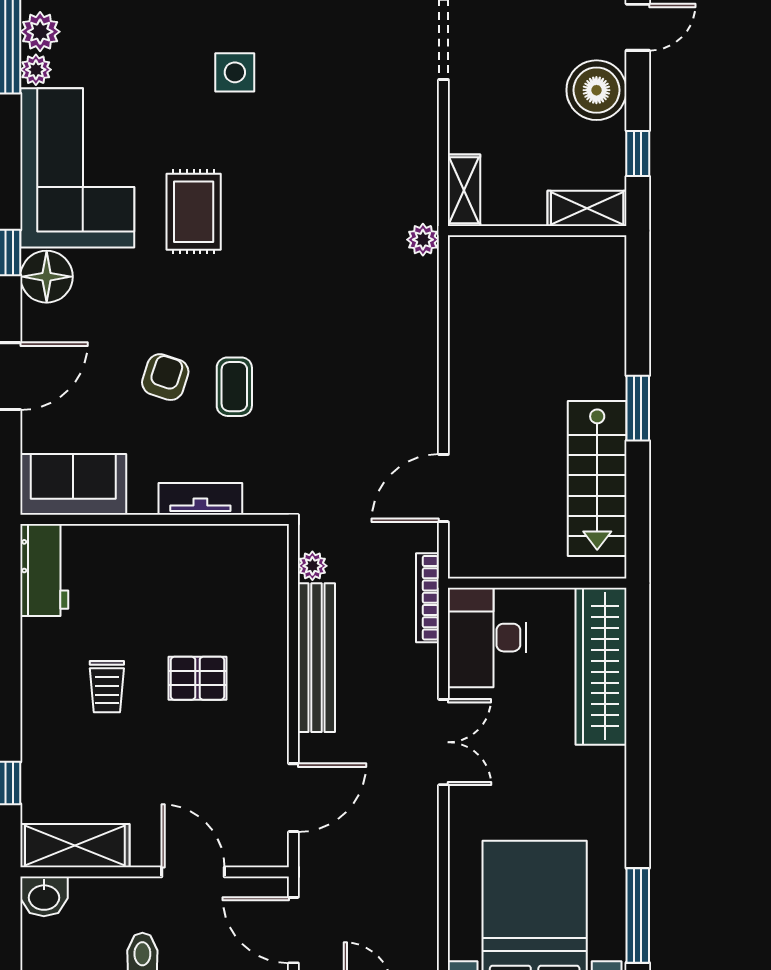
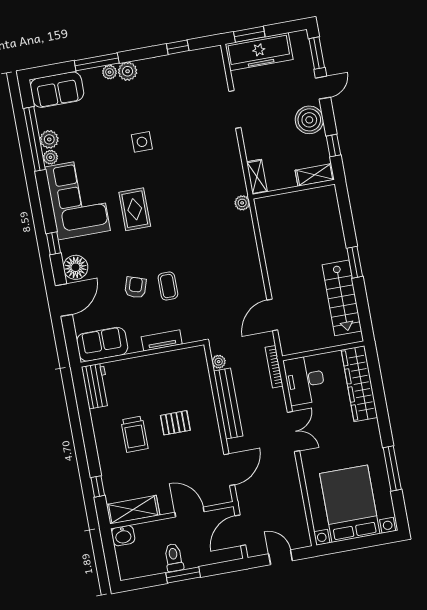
floor lamp: (47, 277) -> (76, 267), moved
trolley: (107, 687) -> (134, 434), width x1.36, depth x1.39
window: (638, 915) -> (392, 468), moved
door: (293, 930) -> (240, 530), hinge flipped

